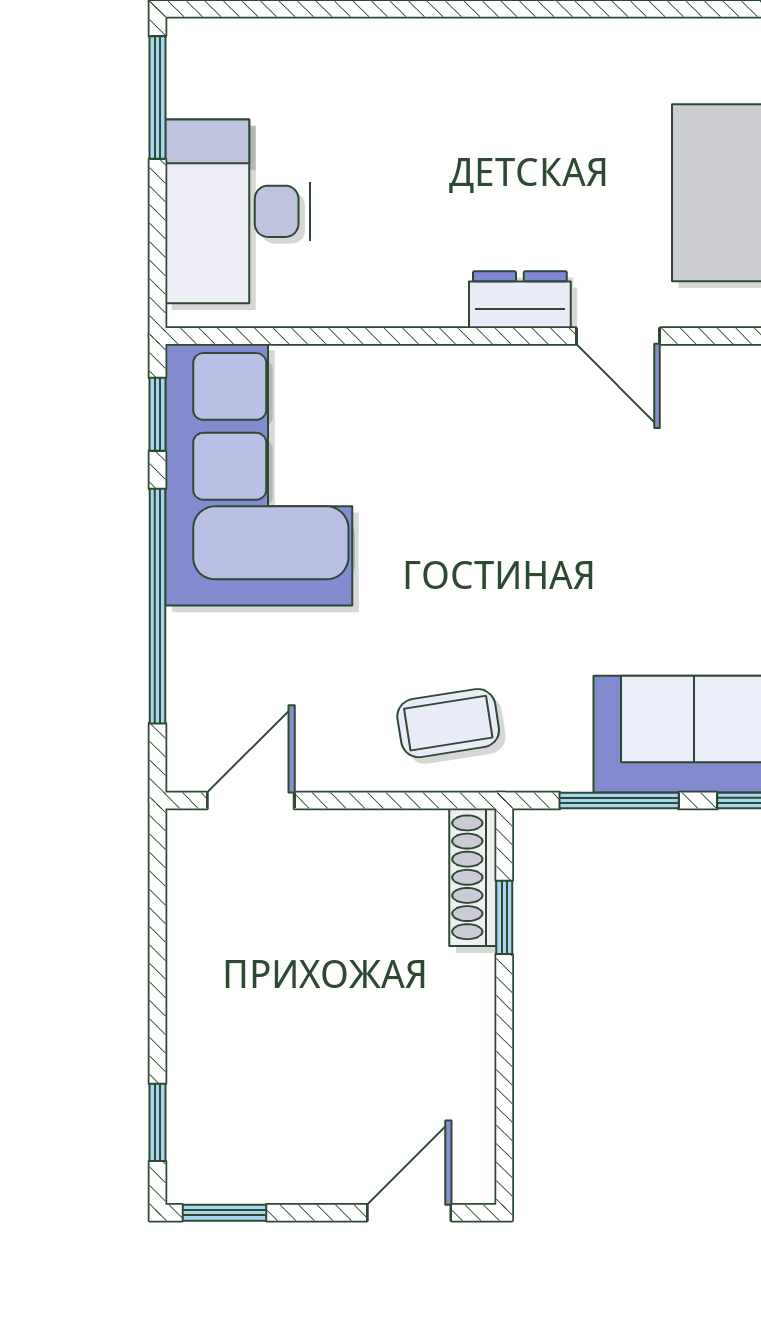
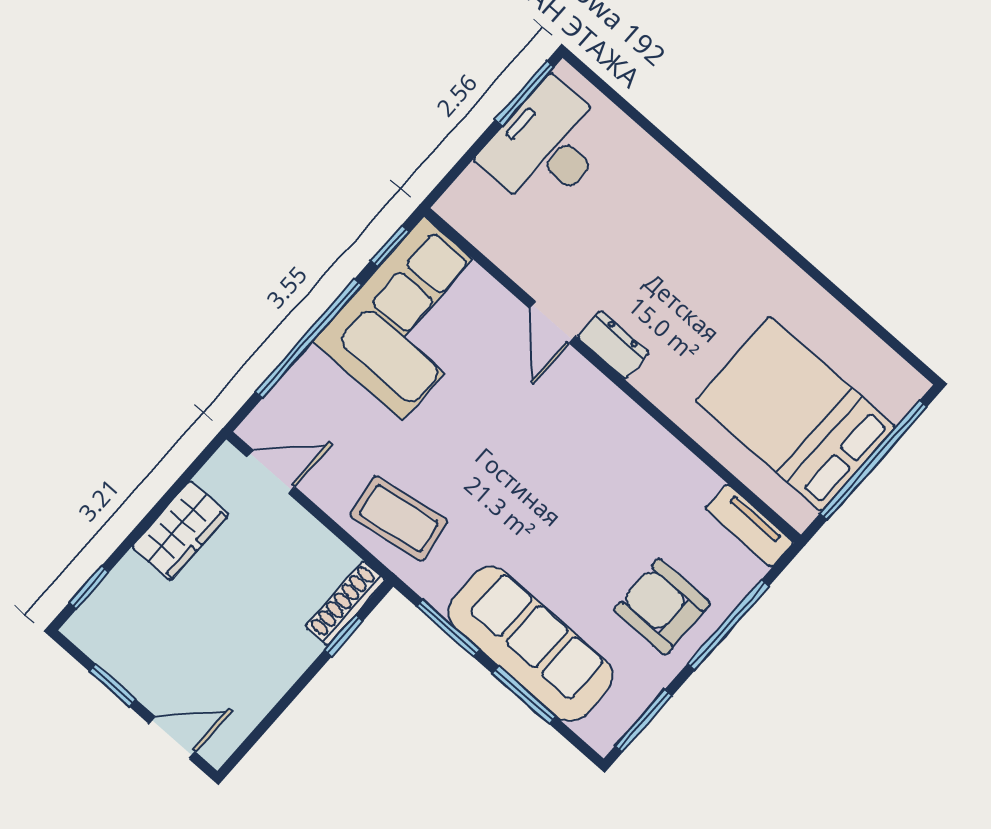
desk: (238, 211) -> (546, 146), moved
door: (618, 336) -> (552, 322), moved
coffee table: (448, 723) -> (399, 518), width x1.36, depth x1.30
wardrobe: (206, 963) -> (180, 531), added
window: (224, 1213) -> (112, 685), moved

